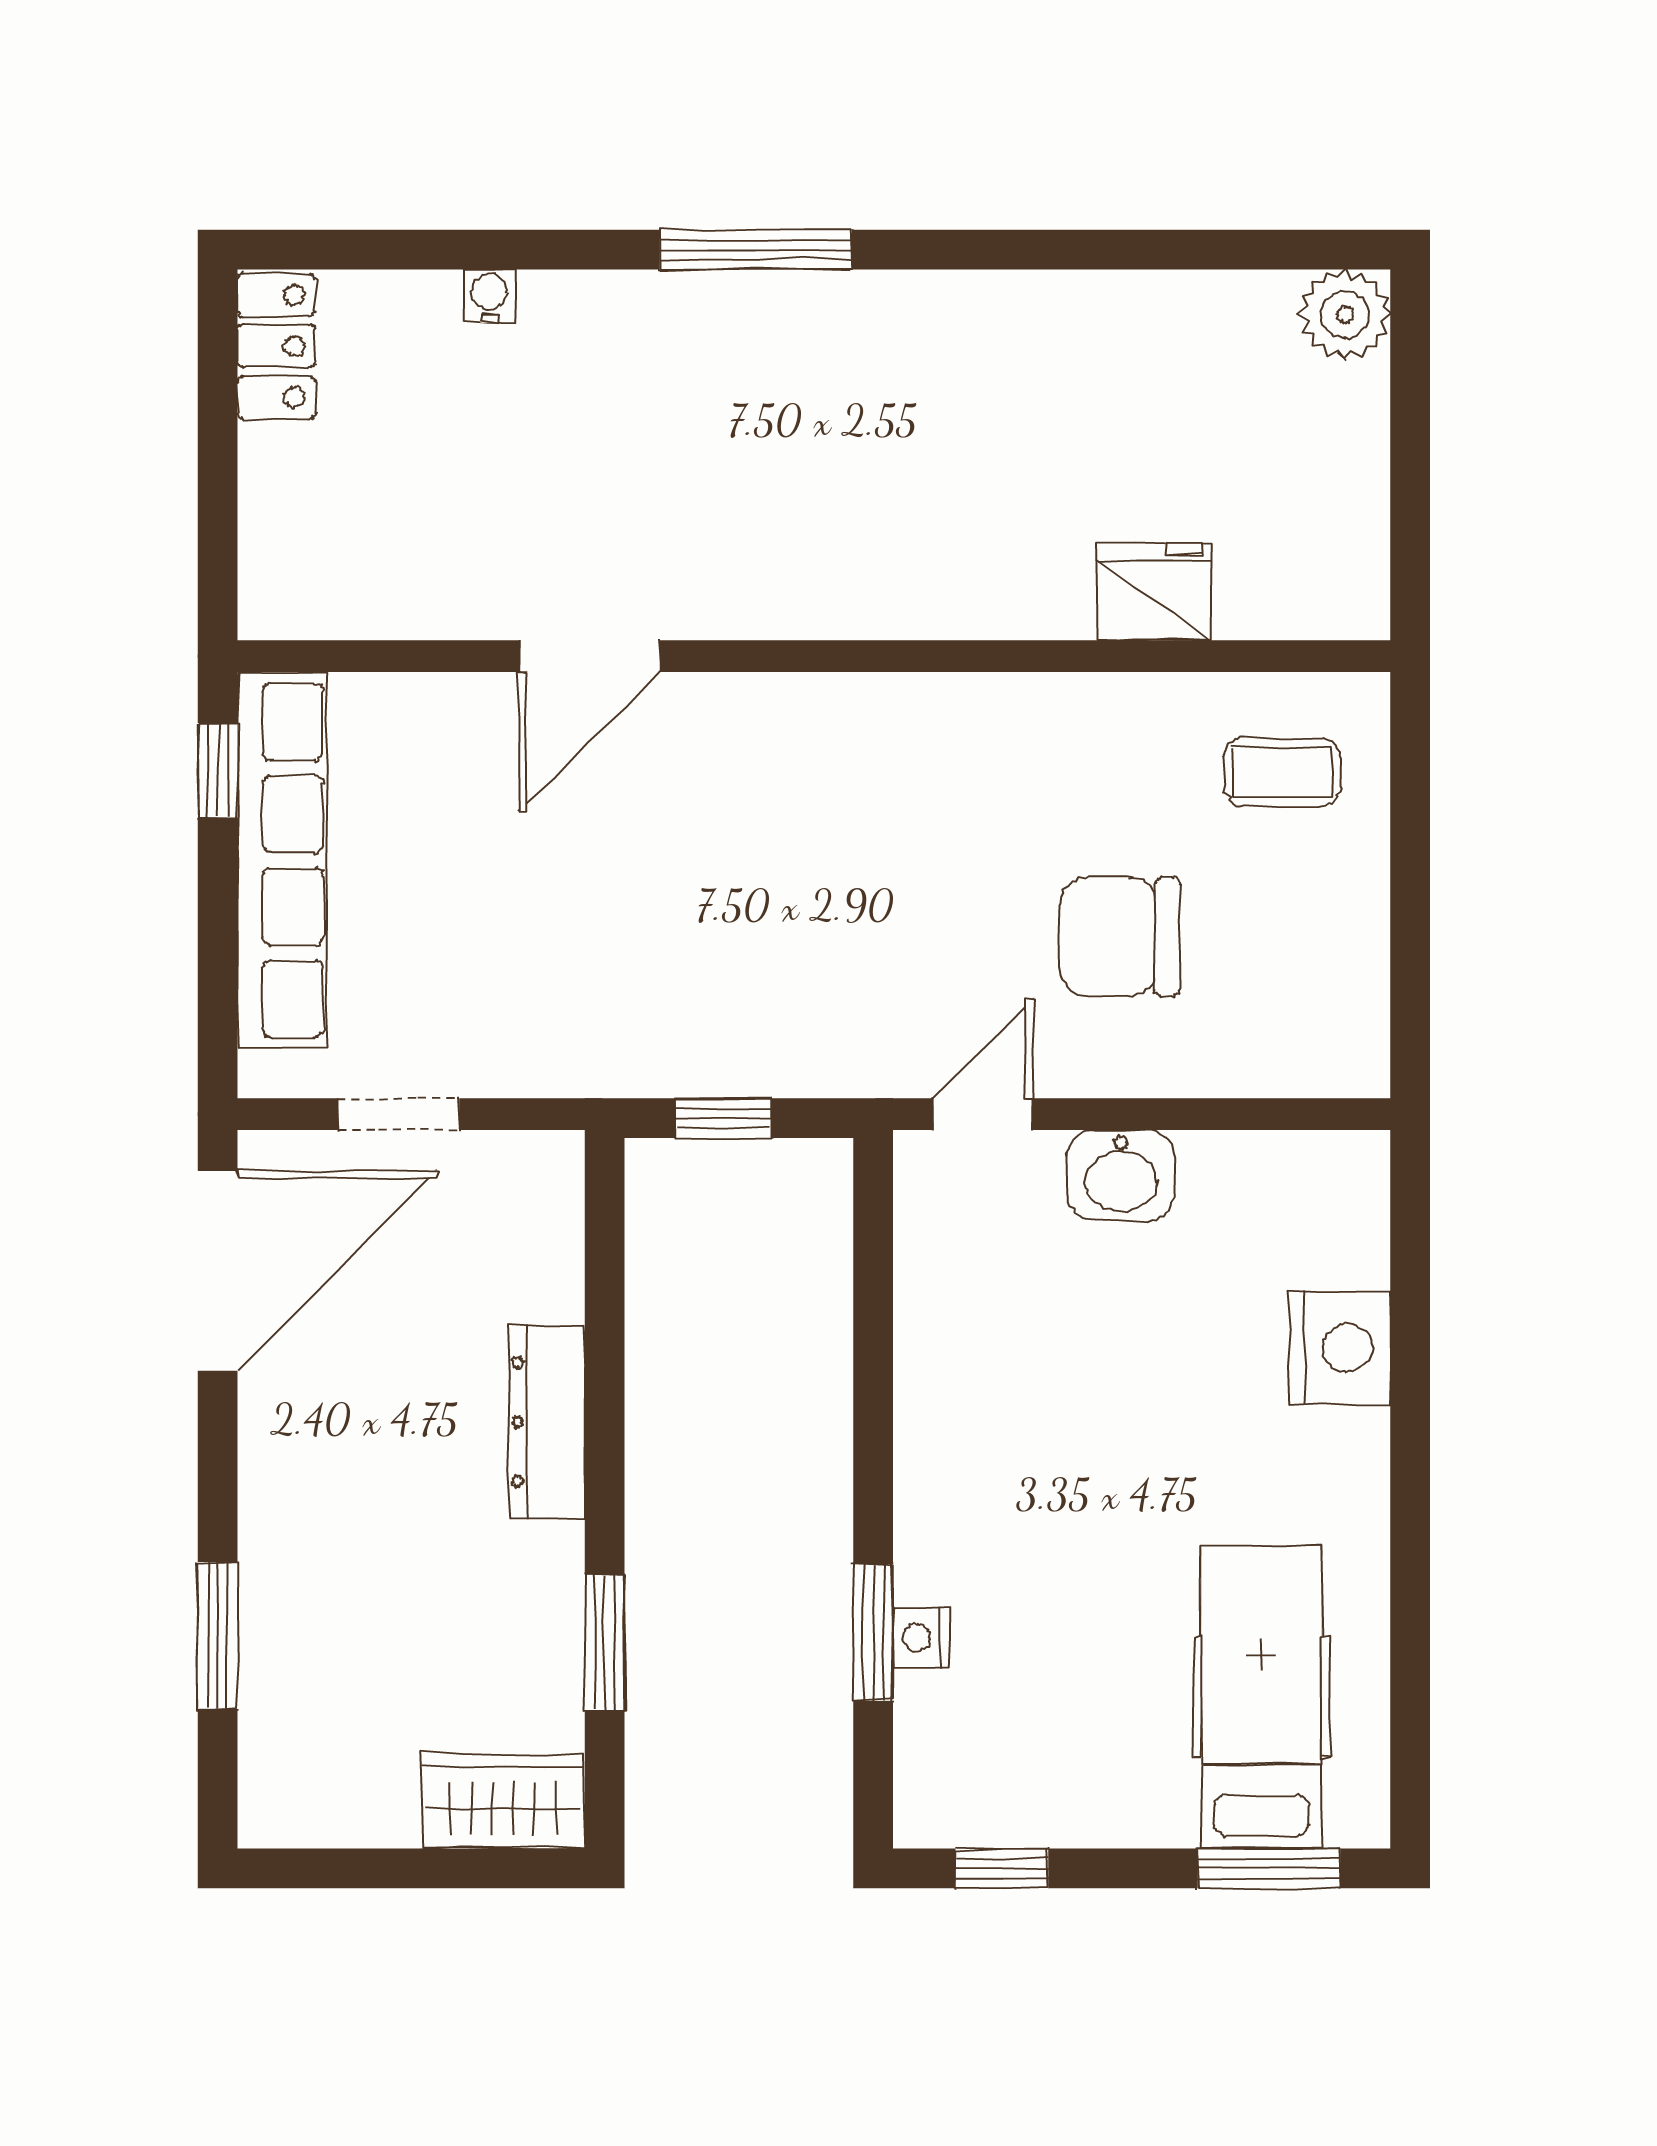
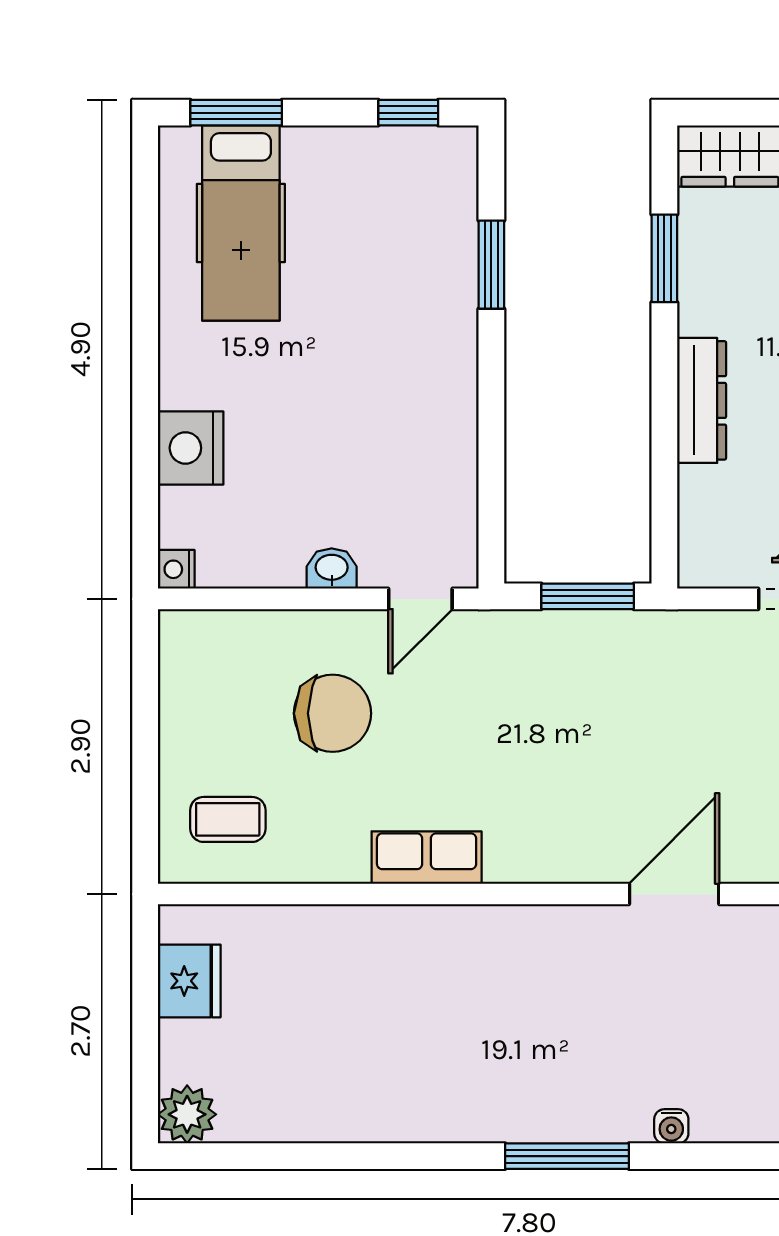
water cooler: (489, 296) -> (671, 1126), moved
fridge: (1155, 592) -> (189, 981), moved, turned -90
row of seats: (974, 713) -> (427, 858), added
window: (724, 1118) -> (588, 596), width x1.50
washbasin: (1121, 1175) -> (332, 568), width x0.72, depth x0.69
nightstand: (921, 1638) -> (176, 569), moved, turned 180

